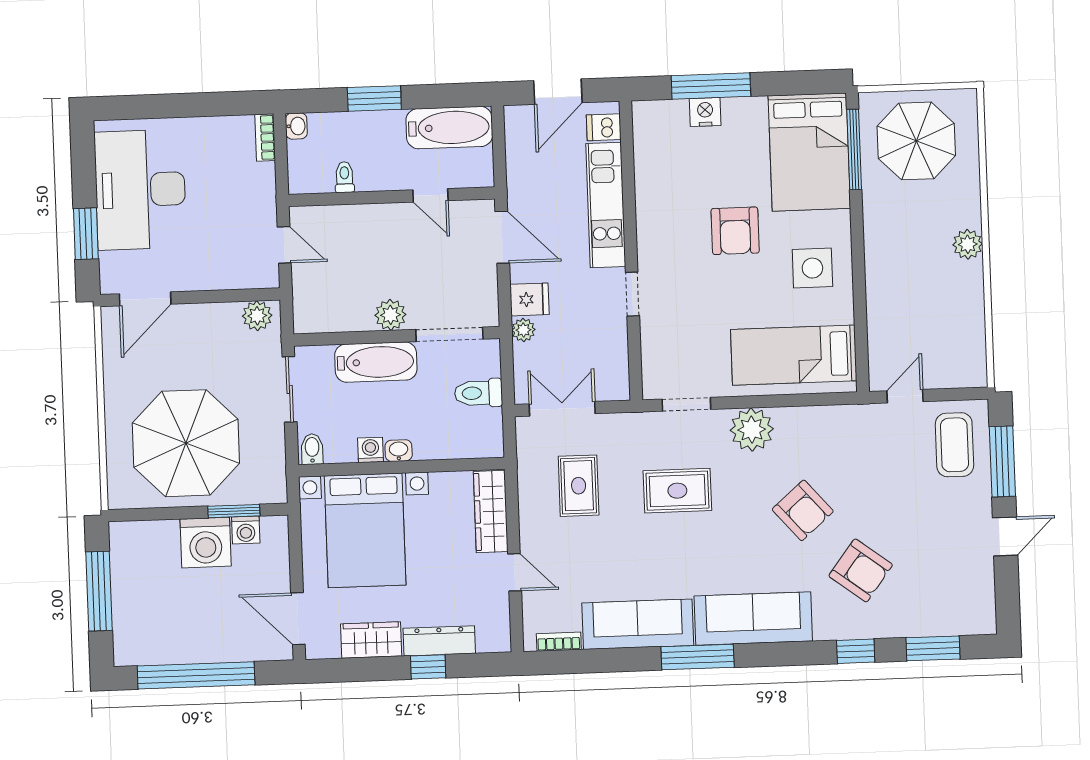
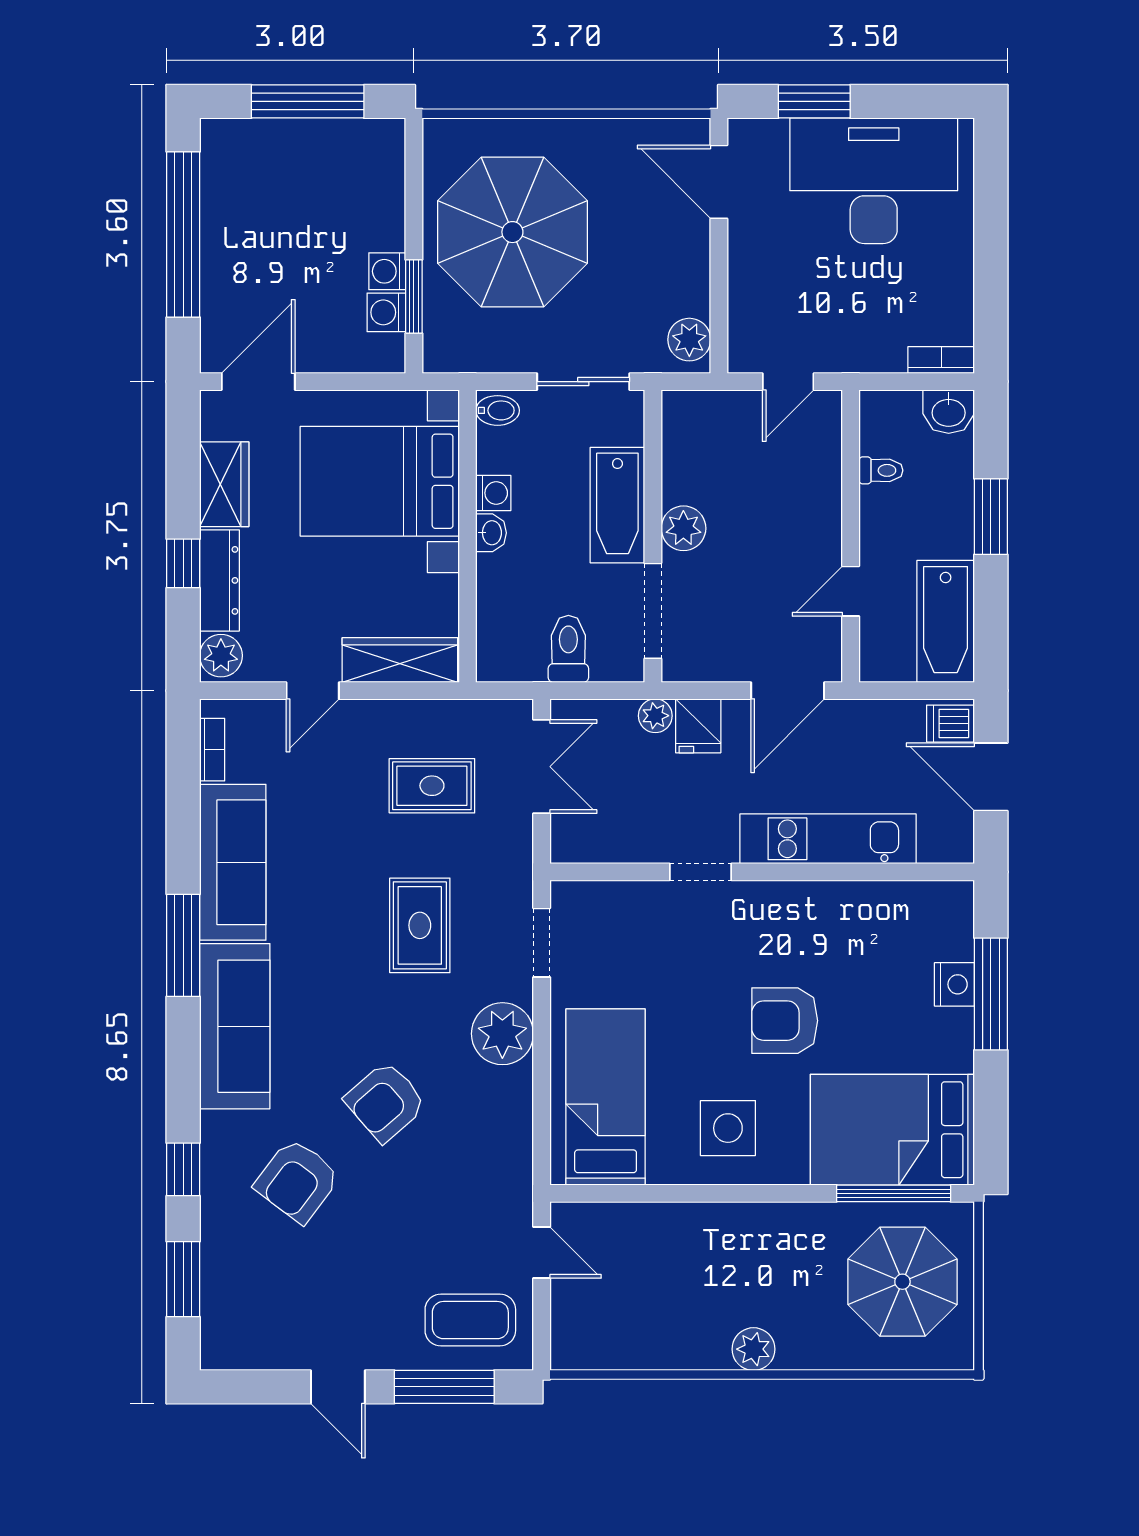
washbasin: (296, 126) -> (949, 412), width x1.38, depth x1.45
dishwasher: (604, 127) -> (950, 724), moved, turned -90
washing machine: (206, 543) -> (387, 271), width x0.53, depth x0.53
plant: (492, 638) -> (221, 656), added

